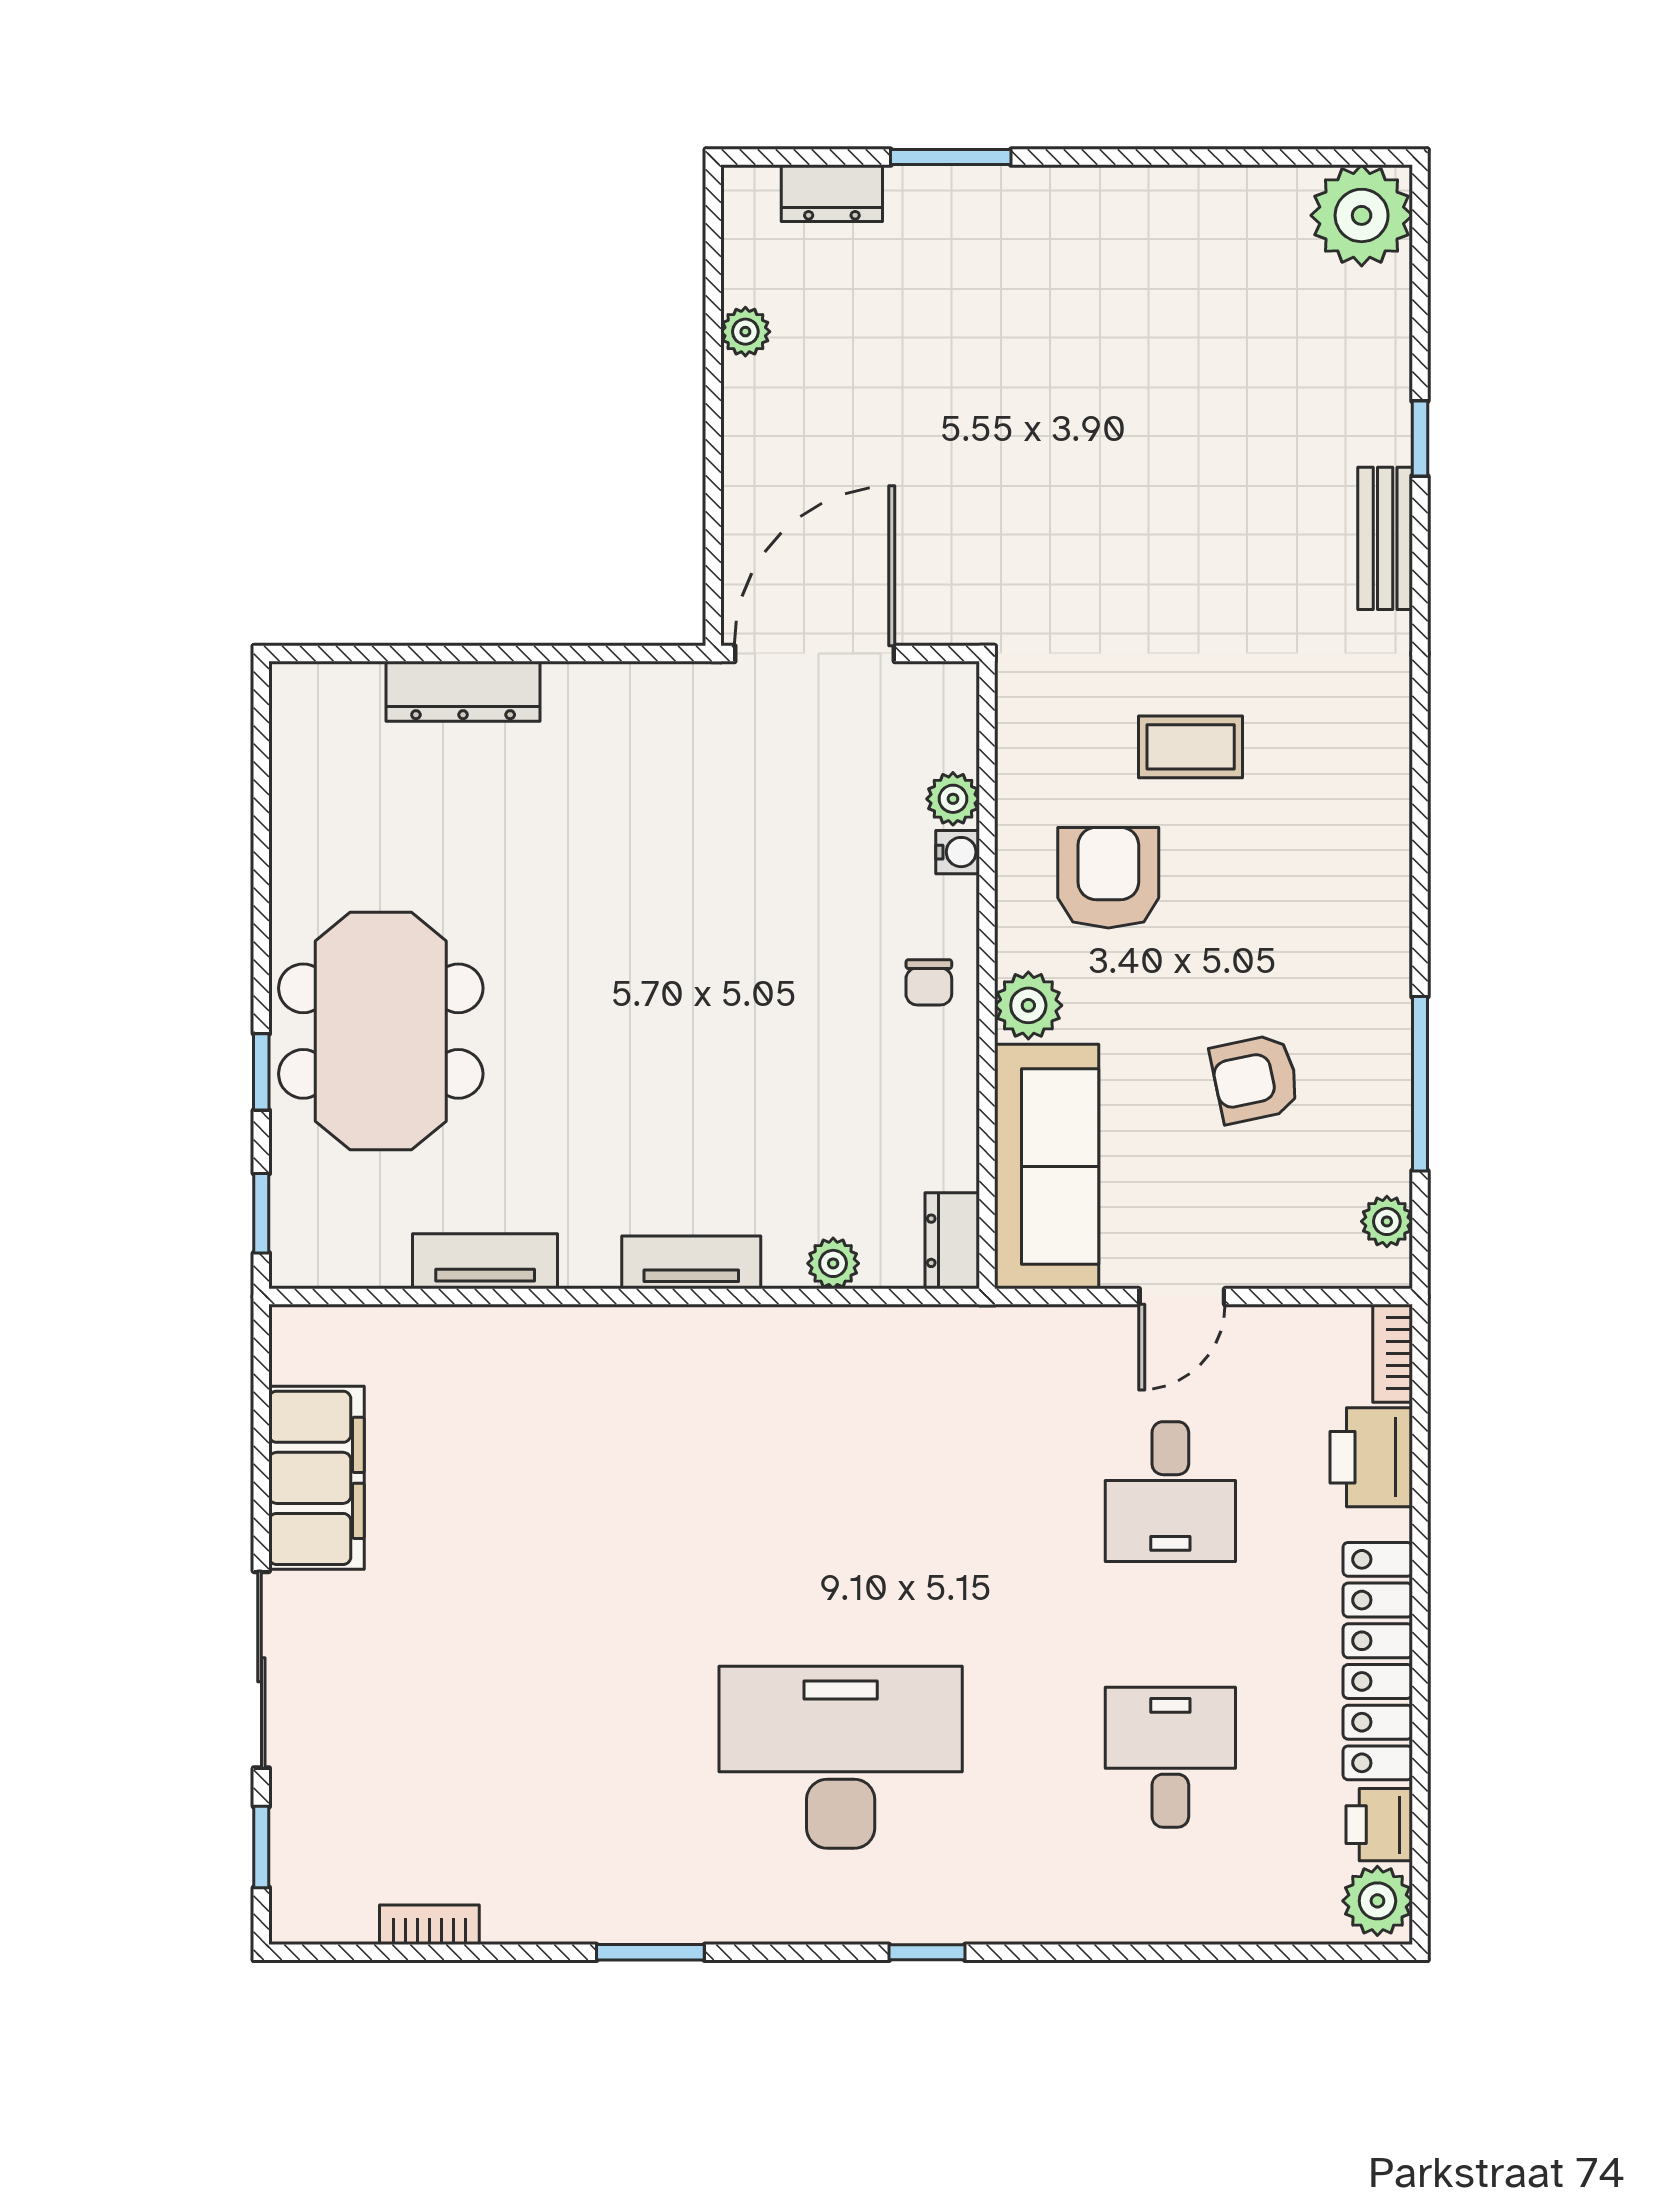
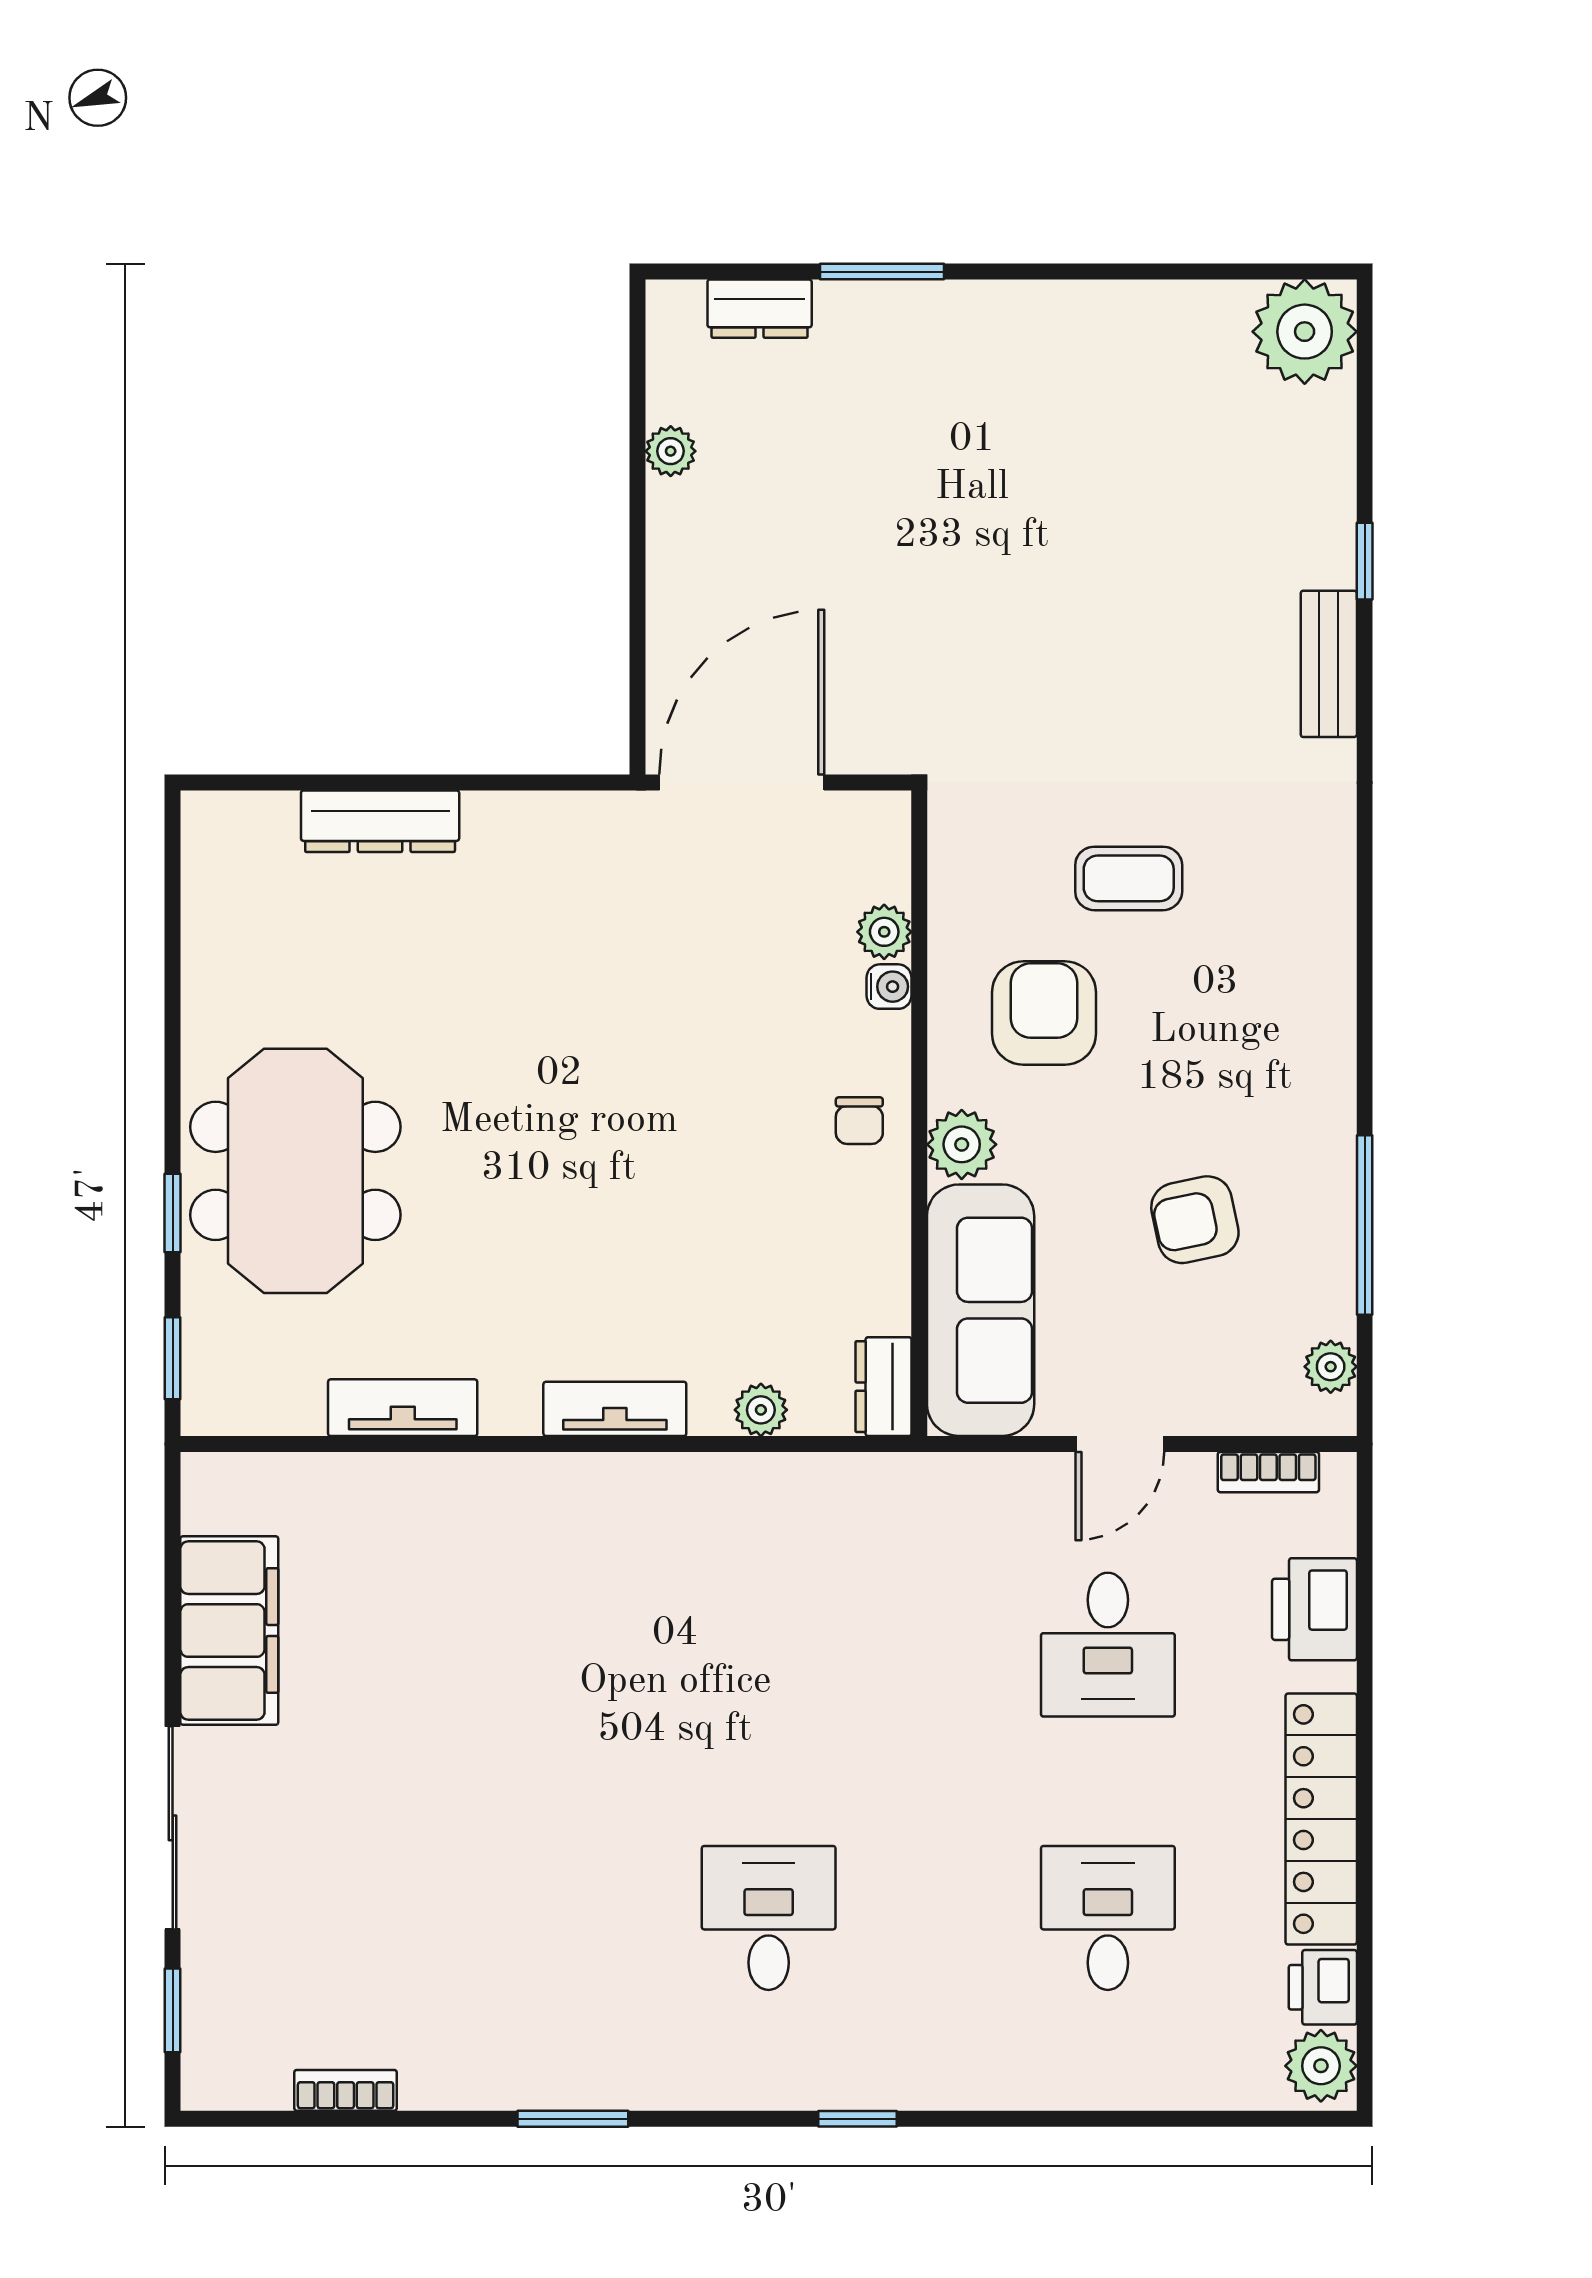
bookcase: (1393, 1353) -> (1268, 1472), moved, turned -90
desk: (841, 1757) -> (769, 1918), width x0.53, depth x0.77

